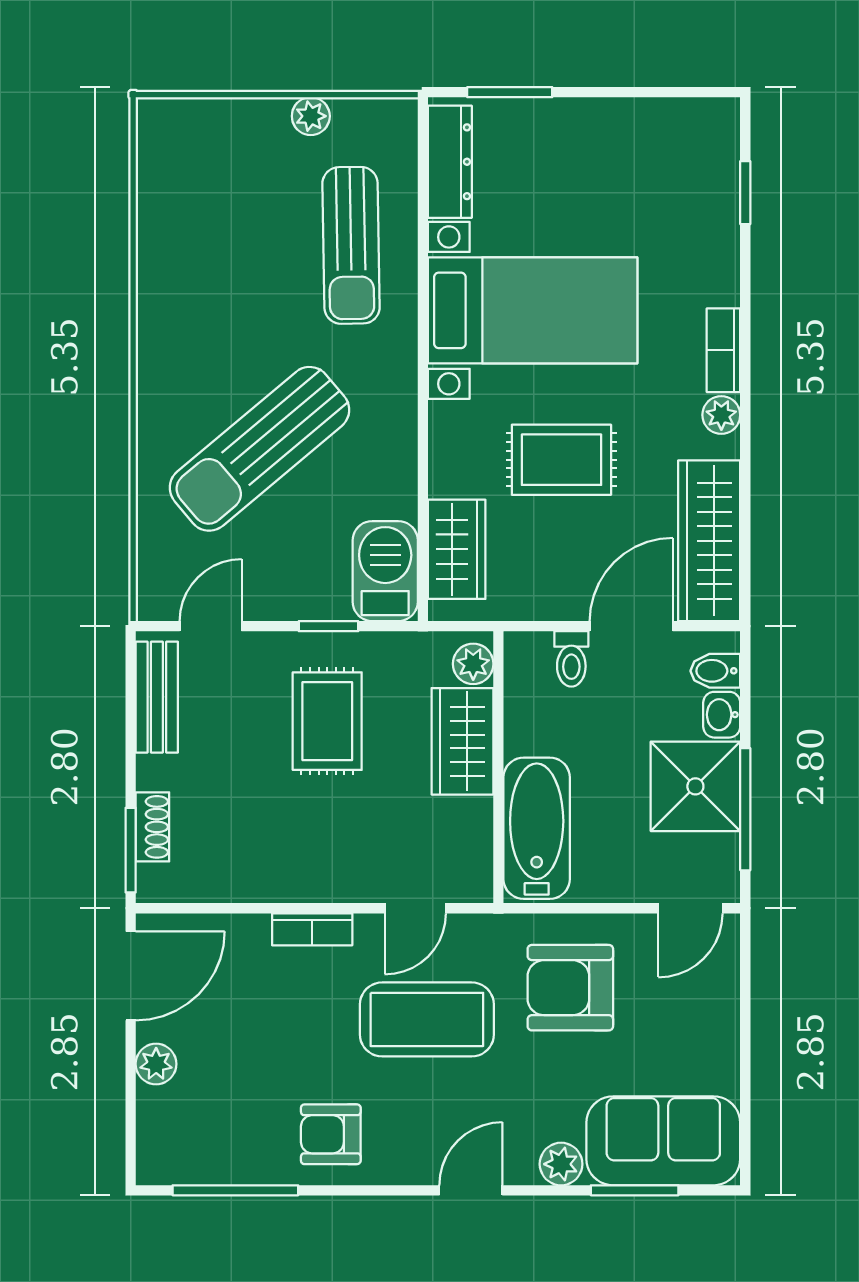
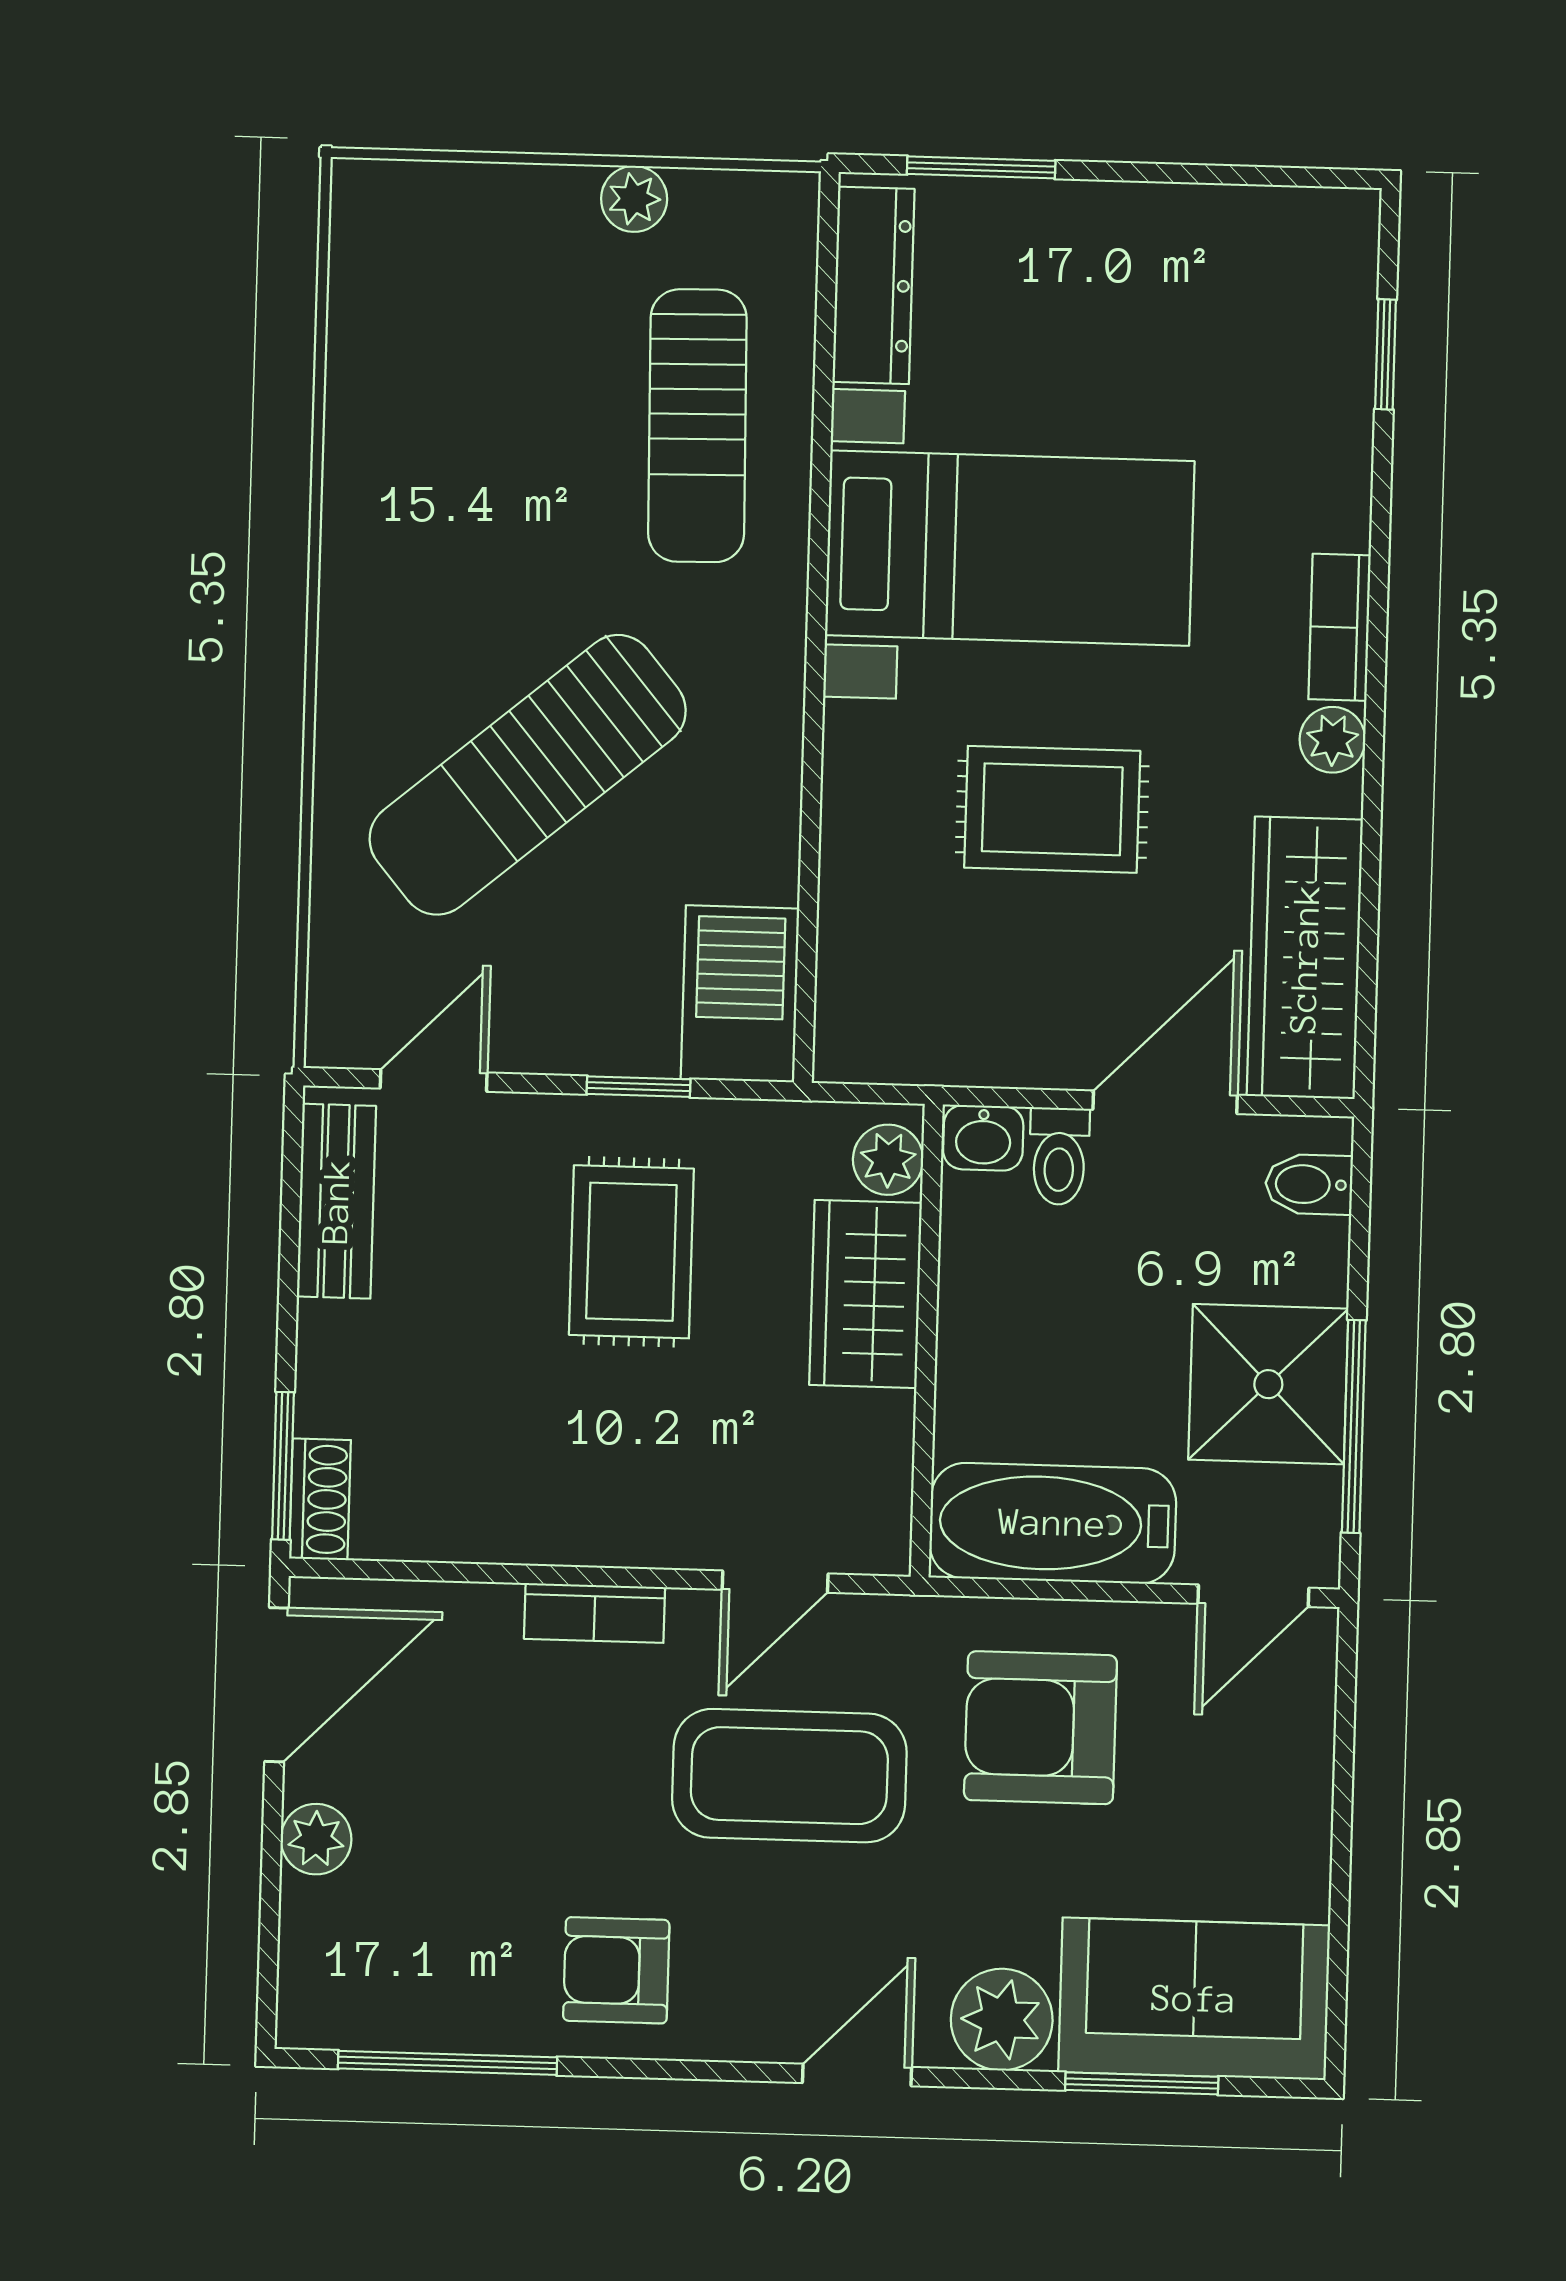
wardrobe: (457, 549) -> (865, 960), removed
washbasin: (722, 715) -> (983, 1138), moved, turned -90
shoe rack: (152, 827) -> (320, 1499), moved
bathtub: (537, 828) -> (1053, 1523), moved, turned -90
plant: (561, 1164) -> (1002, 2020), width x1.38, depth x1.38

